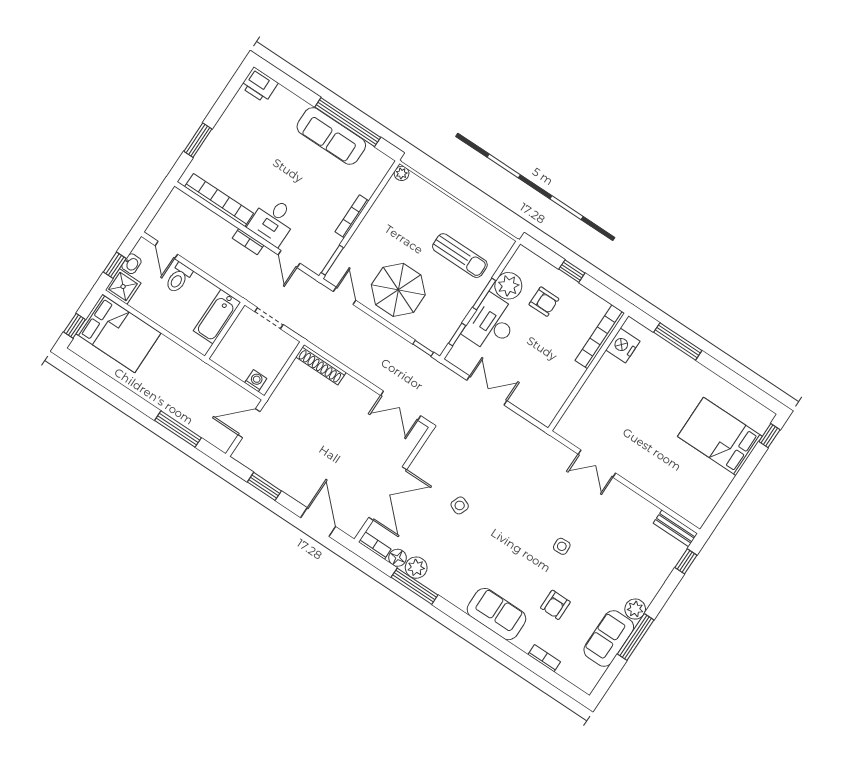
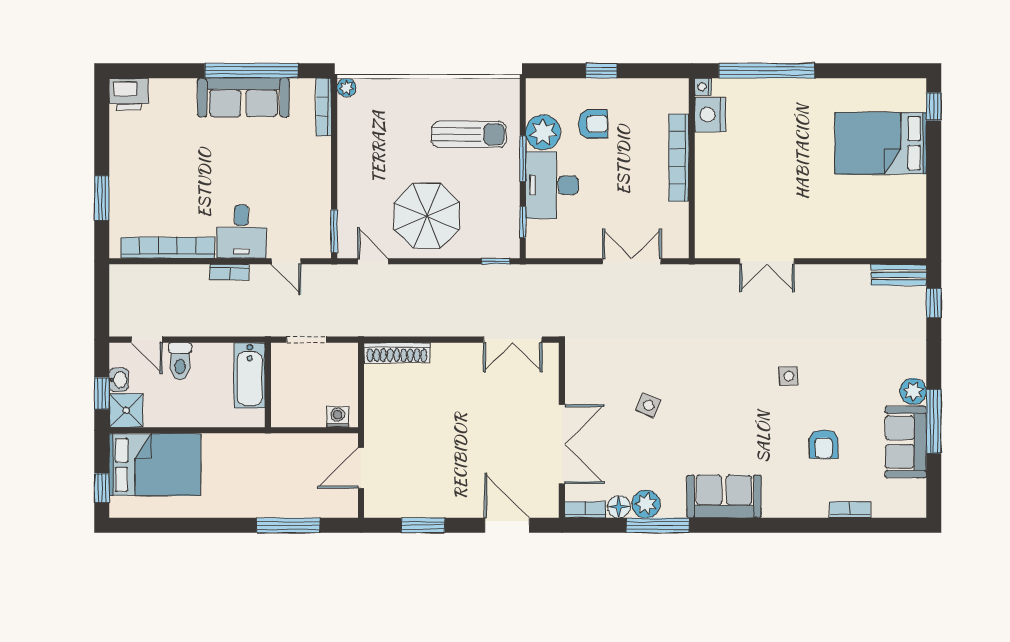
bookcase: (352, 216) -> (324, 107), moved
nightstand: (630, 325) -> (703, 87), added
bookcase: (600, 337) -> (679, 158), moved
window: (678, 341) -> (767, 71), width x1.46
double door: (487, 391) -> (632, 261), moved
sofa: (496, 614) -> (724, 497), moved

